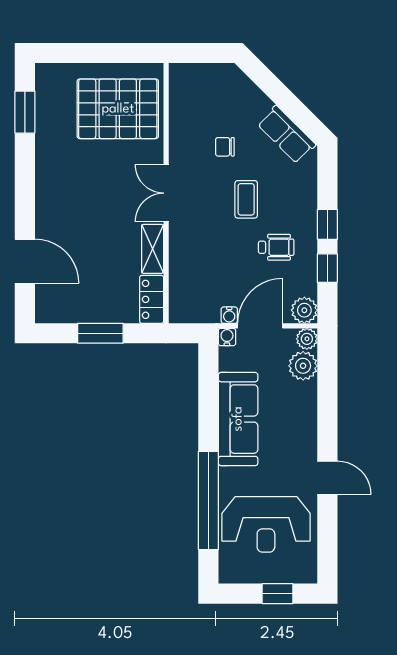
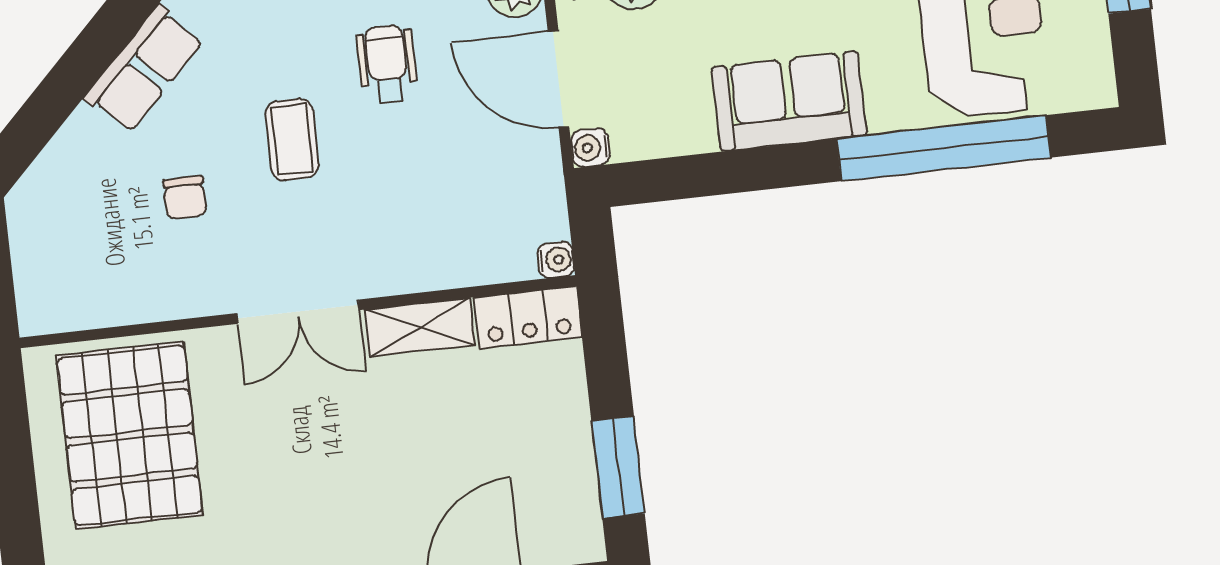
coffee table: (246, 199) -> (292, 140), turned 90
water cooler: (229, 315) -> (556, 260), moved
window: (100, 333) -> (618, 467), moved
sofa: (238, 419) -> (789, 101), width x0.73

